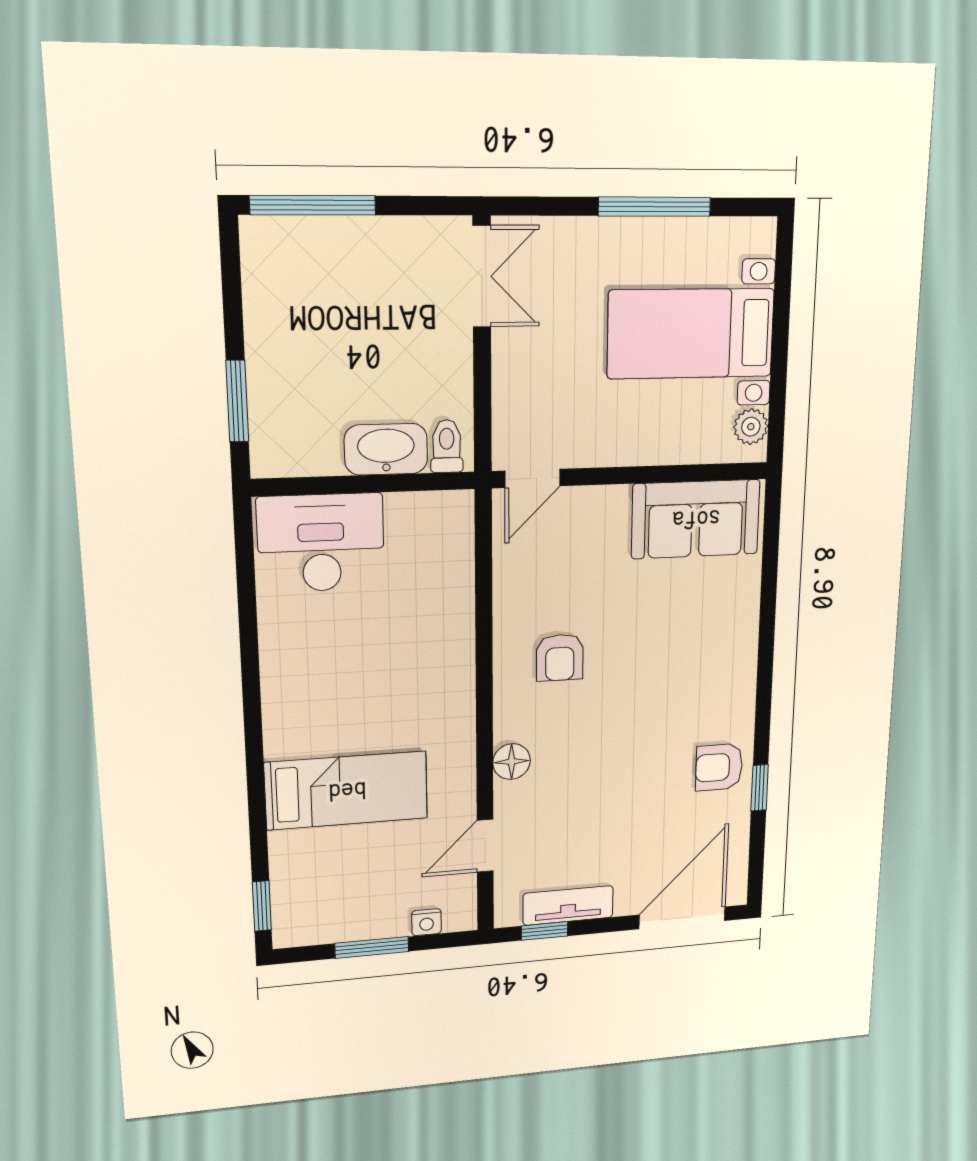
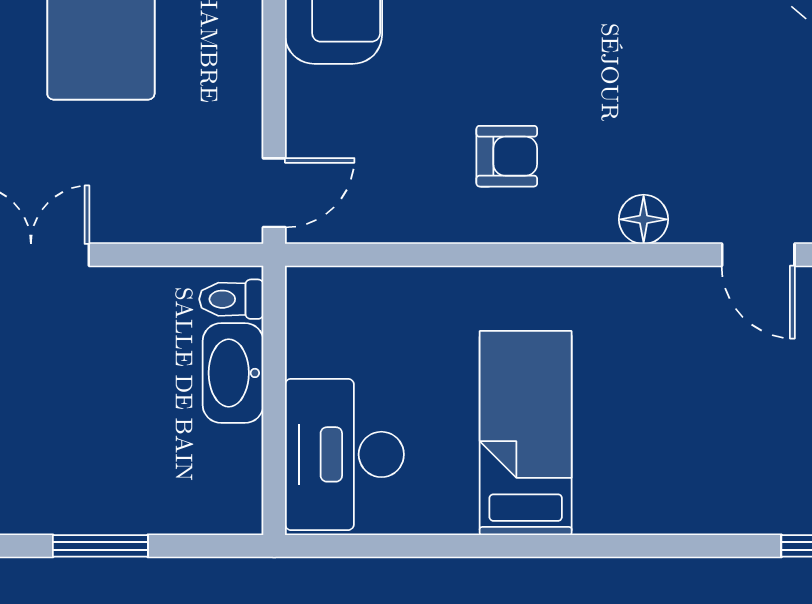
window: (237, 401) -> (100, 546), moved
door: (532, 478) -> (274, 193), hinge flipped
bed: (347, 791) -> (526, 433), moved

